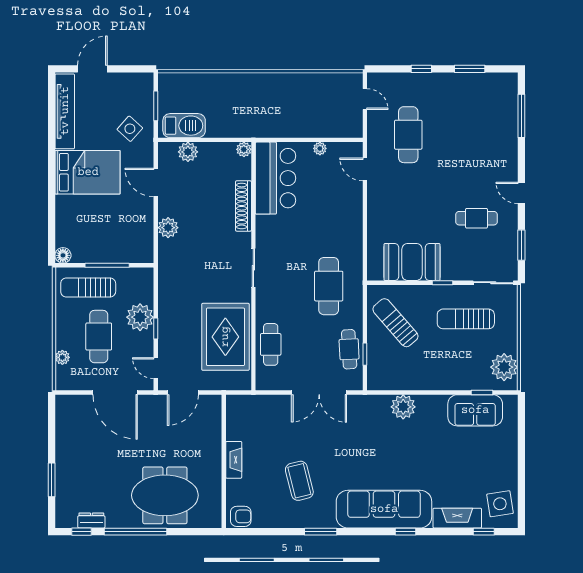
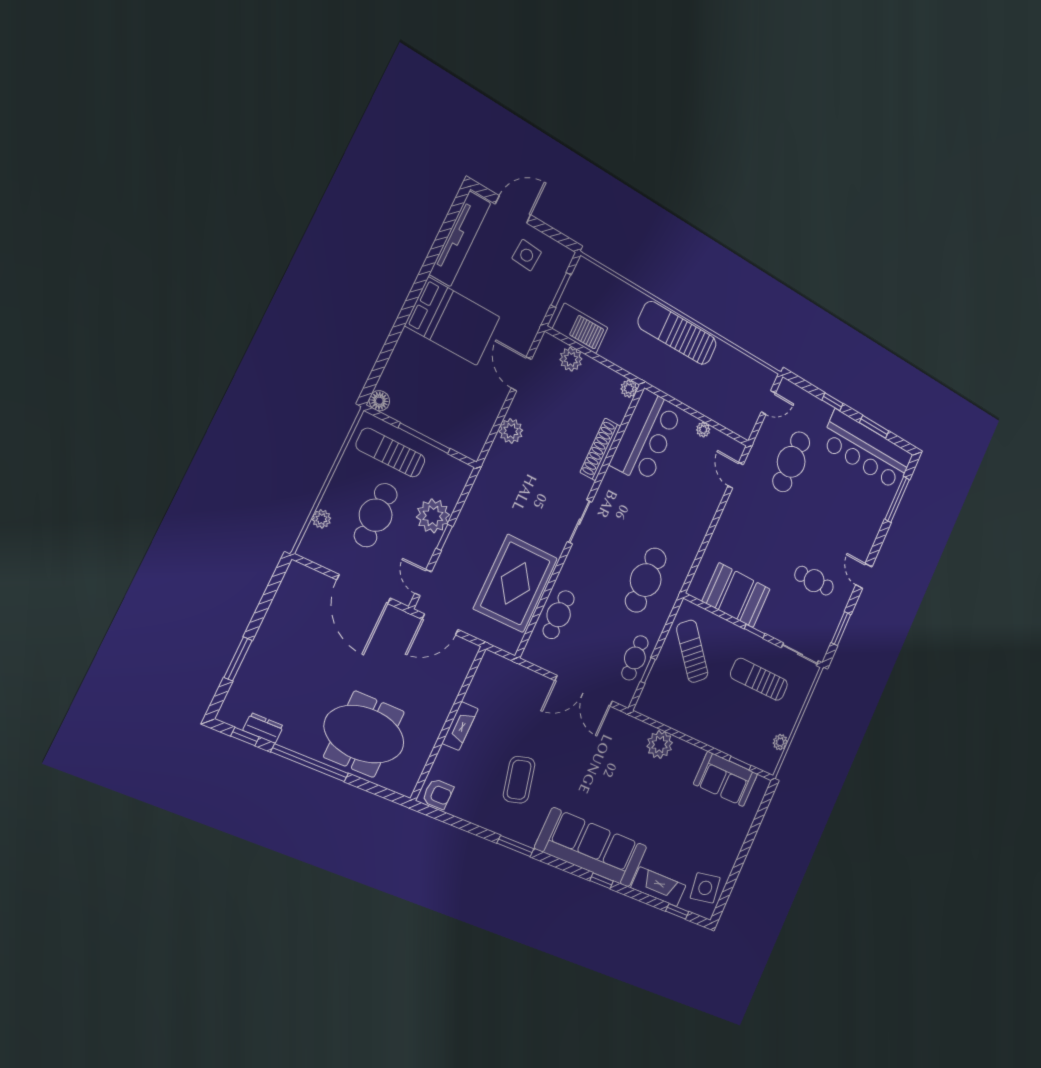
sun lounger: (262, 87) -> (677, 333), added
bar counter: (472, 91) -> (867, 450), added
door: (365, 99) -> (768, 402), hinge flipped
side table: (130, 129) -> (527, 255), moved, turned -38
plant: (504, 367) -> (780, 742), width x0.53, depth x0.53

